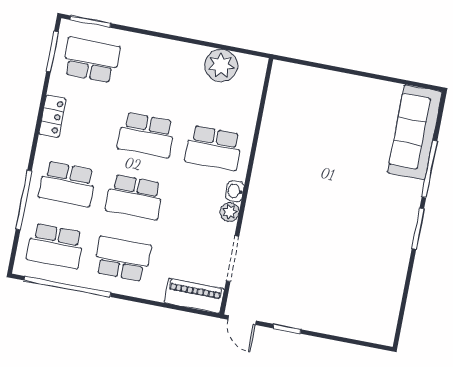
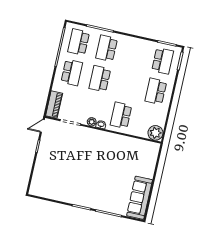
plant: (221, 66) -> (155, 133), moved
locker: (52, 116) -> (137, 42), removed
sofa: (415, 132) -> (140, 198), moved, turned -90
school desk: (146, 135) -> (156, 91), moved

